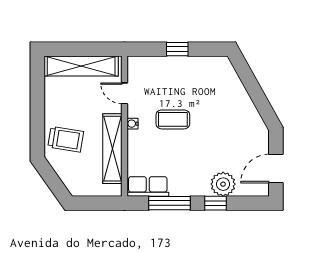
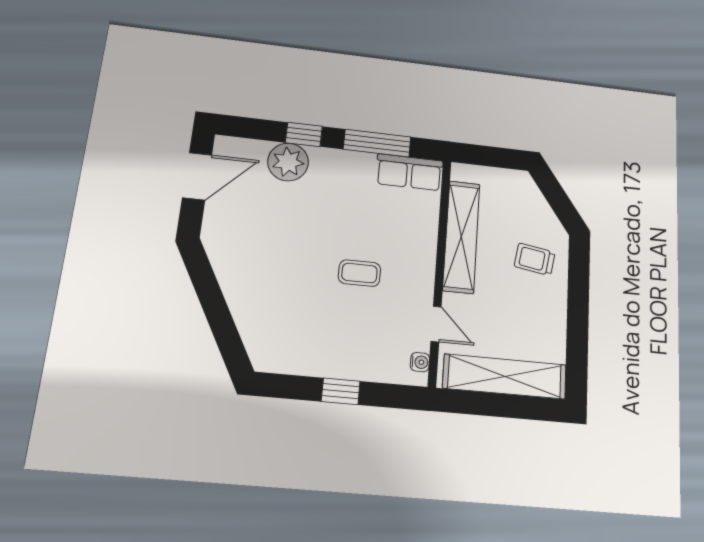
coffee table: (173, 119) -> (359, 273), width x0.73, depth x0.77
water cooler: (133, 124) -> (420, 362), moved
trolley: (66, 139) -> (535, 259), width x0.73, depth x0.72

